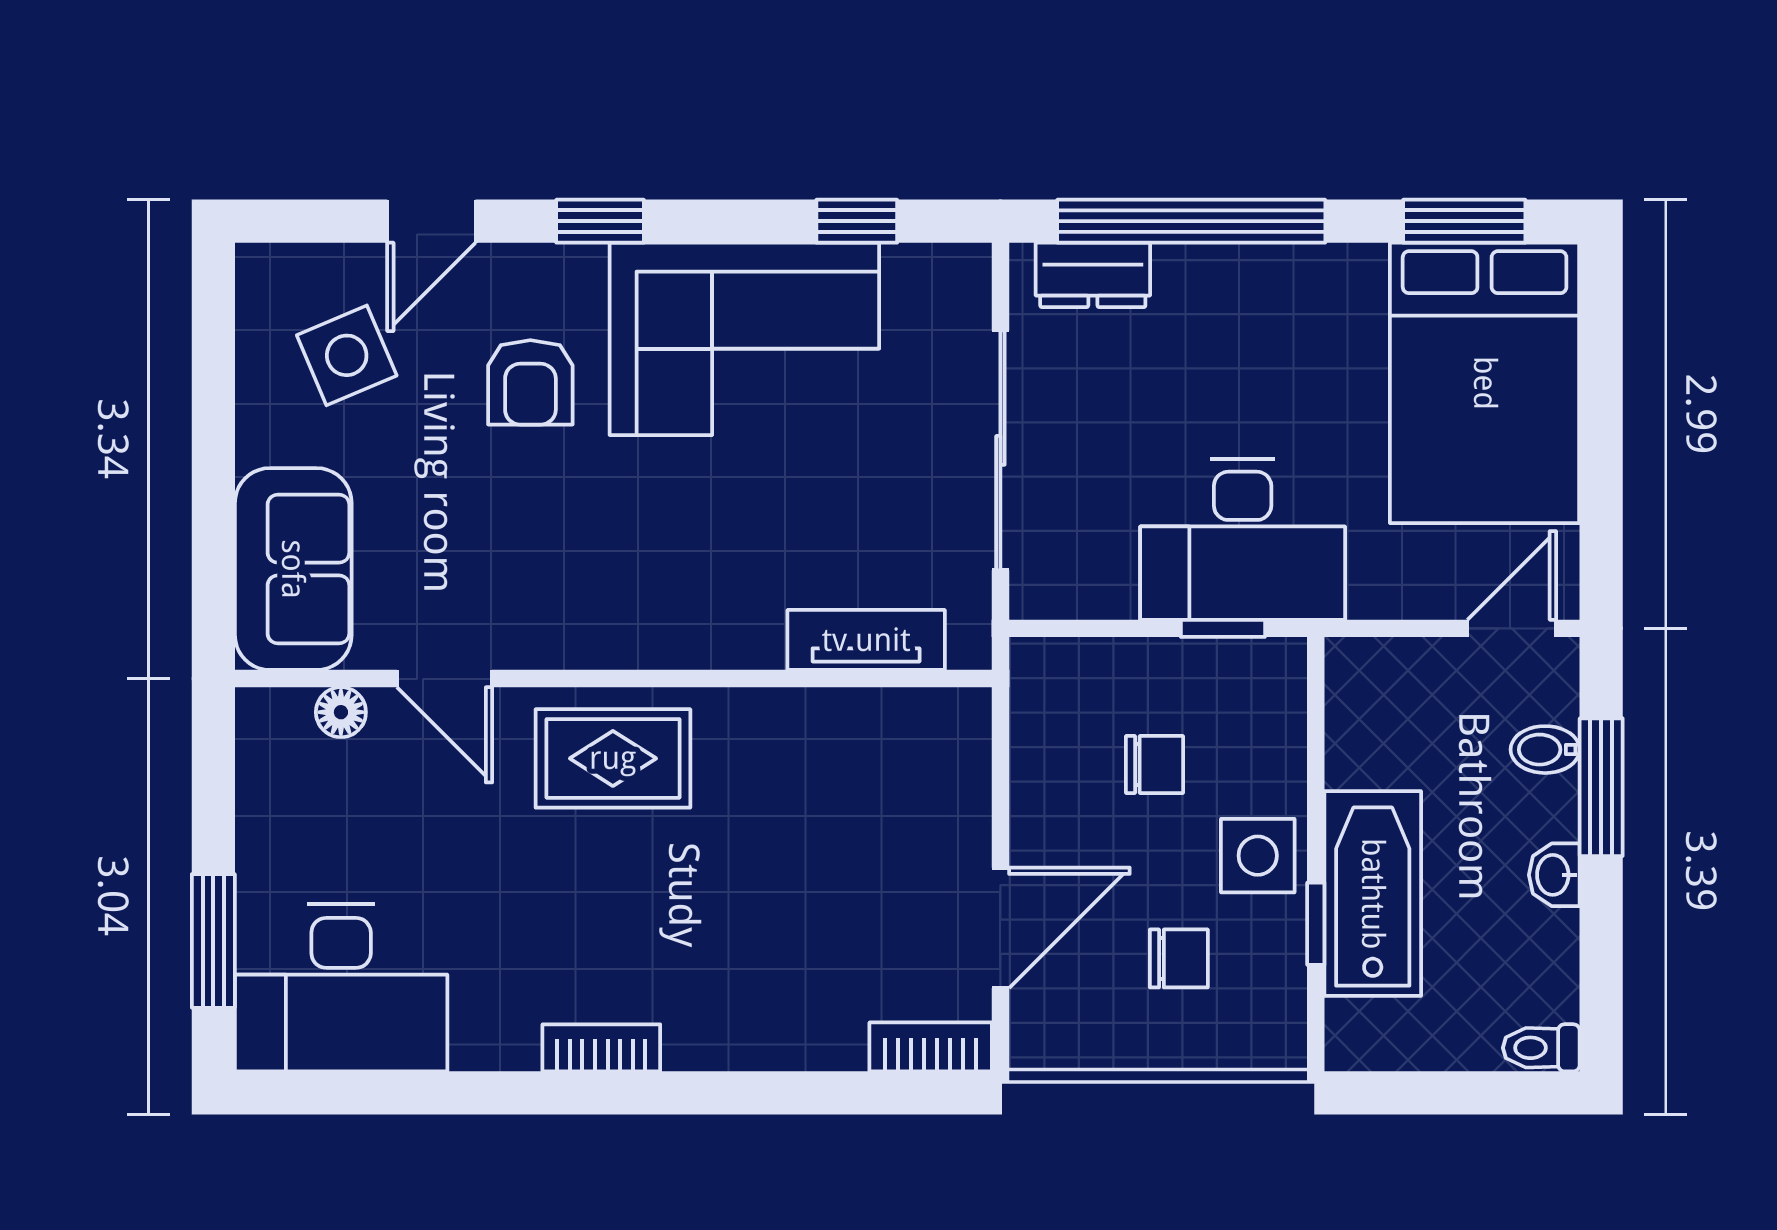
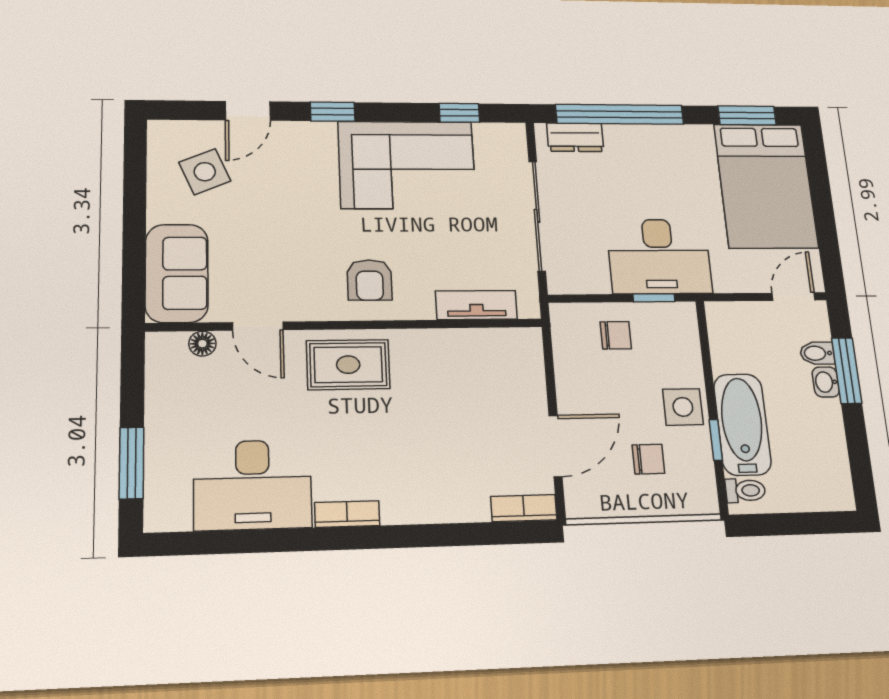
armchair: (530, 382) -> (370, 280), moved
chair: (1155, 765) -> (616, 335), moved
washbasin: (1554, 875) -> (826, 382), moved
desk: (341, 988) -> (253, 485), moved
toilet: (1541, 1048) -> (745, 490), moved, turned 180

